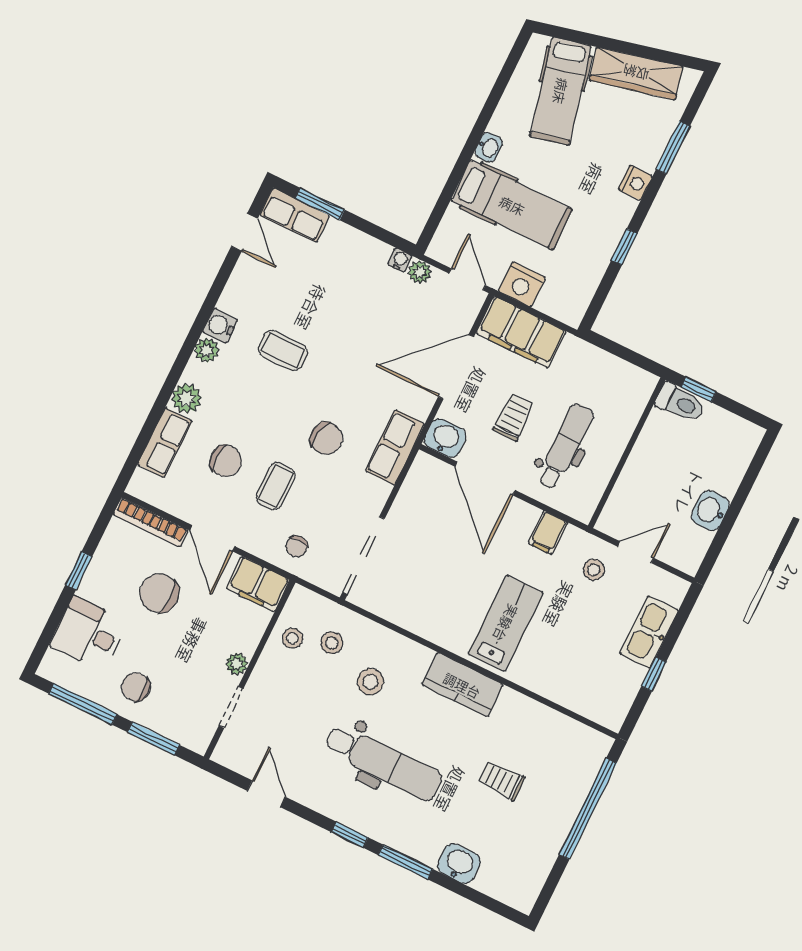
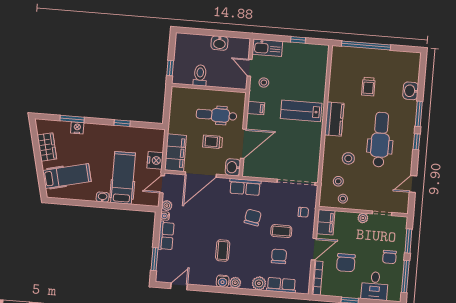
wardrobe: (636, 73) -> (47, 147), width x0.67
nightstand: (635, 183) -> (77, 128), moved
row of seats: (295, 215) -> (166, 236), moved
door: (456, 367) -> (201, 175), hinge flipped
toilet: (680, 403) -> (200, 75), moved
kitchen sink: (649, 632) -> (267, 48), moved

